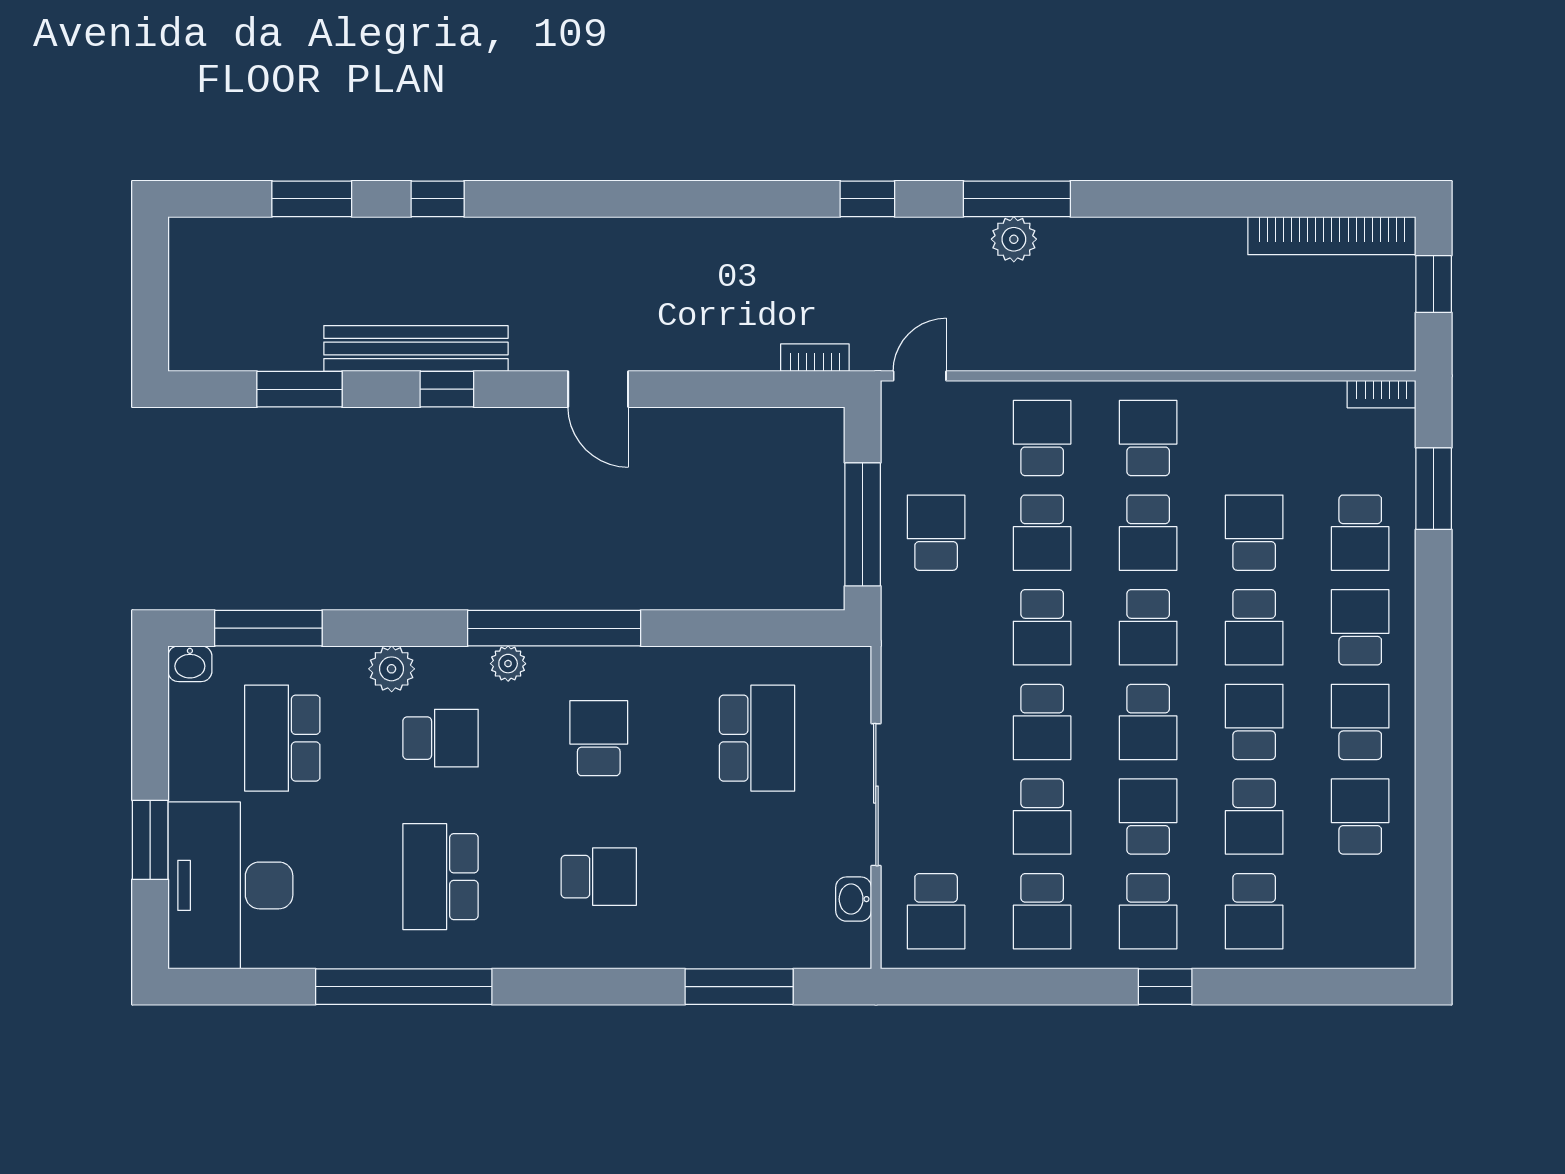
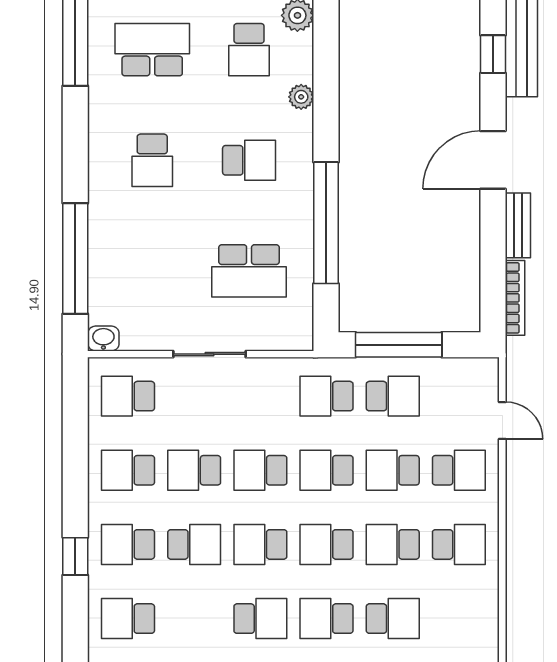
bench: (692, 354) -> (518, 225), added
bookcase: (815, 358) -> (515, 298), width x1.56
door: (920, 376) -> (502, 420), moved
door: (598, 389) -> (493, 160), width x1.38
window: (554, 628) -> (326, 223), moved
sliding door: (876, 795) -> (210, 354), width x0.73
school desk: (1254, 817) -> (327, 396), moved
washbasin: (854, 899) -> (103, 338), moved
window: (739, 987) -> (75, 258), width x1.46

